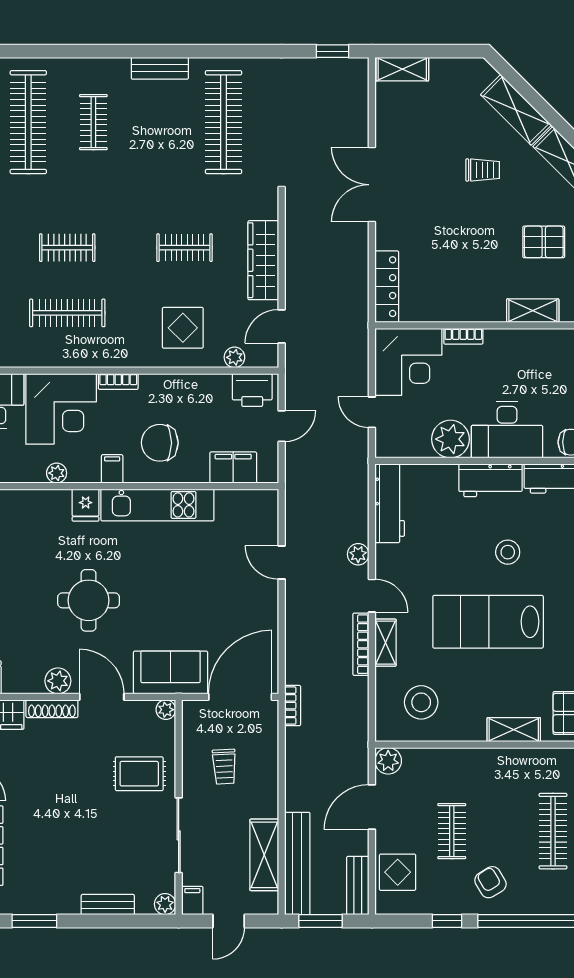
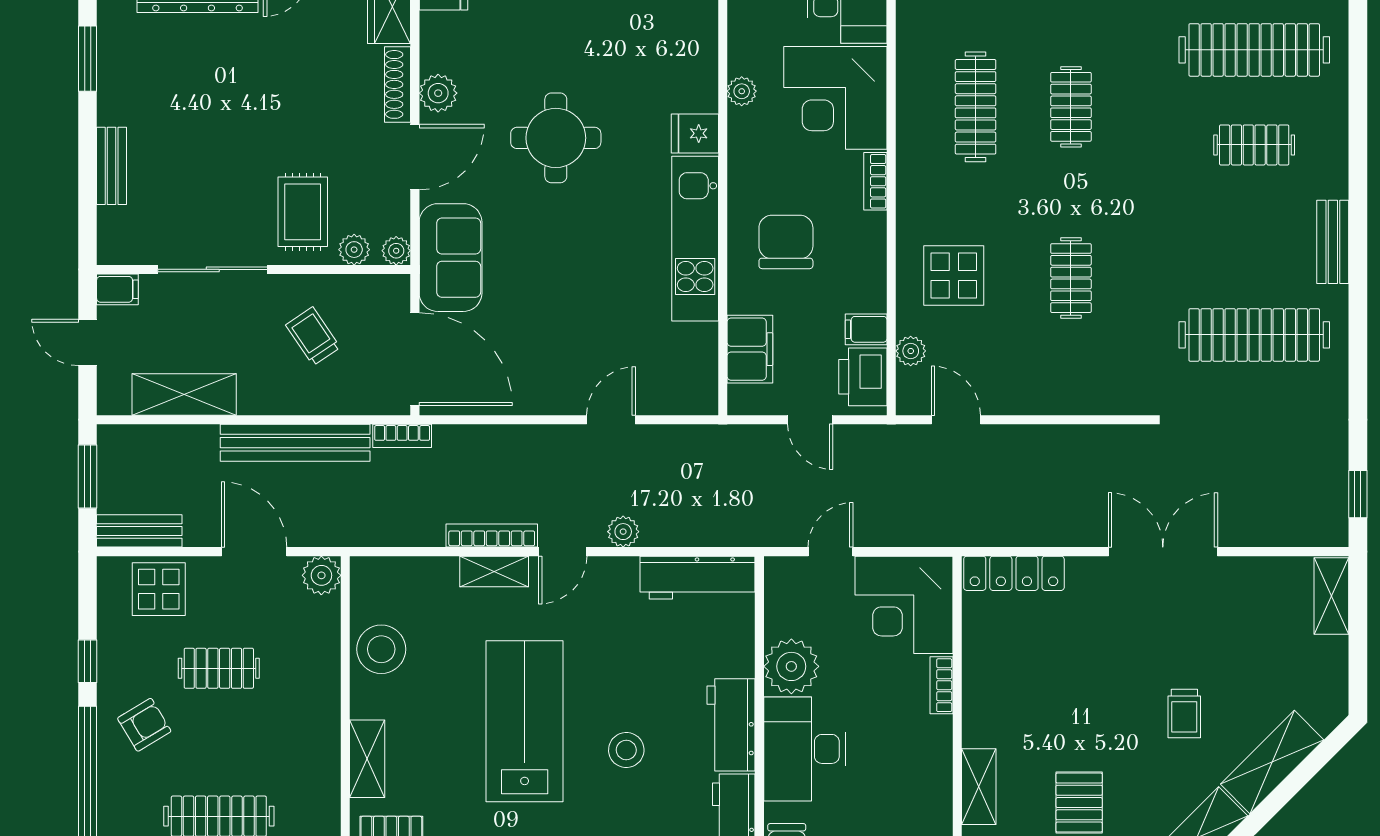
wardrobe: (263, 260) -> (1052, 393), removed
filing cabinet: (112, 469) -> (866, 329), moved, turned 180
stool: (421, 702) -> (381, 649), moved
trolley: (224, 767) -> (313, 336), turned 59
bench: (297, 864) -> (295, 443), moved
plant: (165, 904) -> (354, 250), moved

